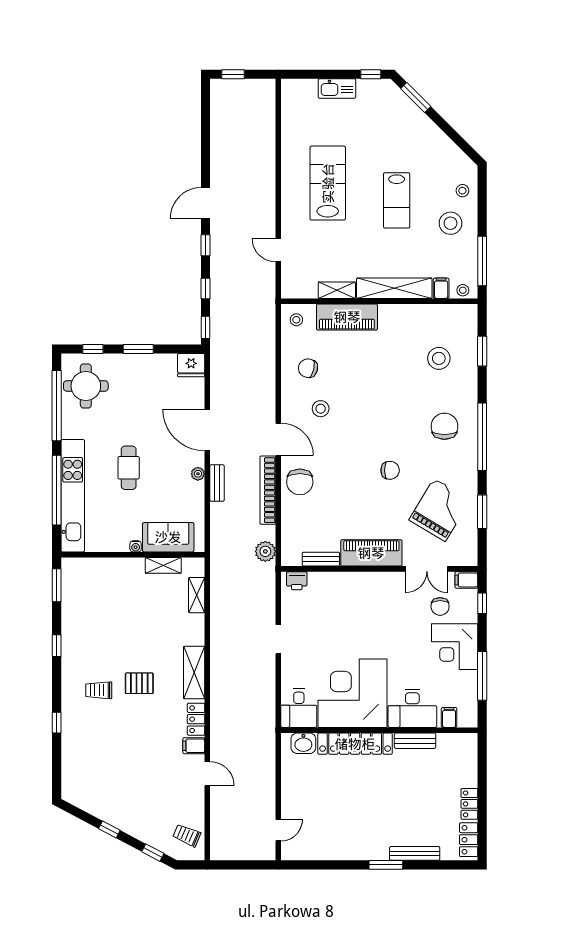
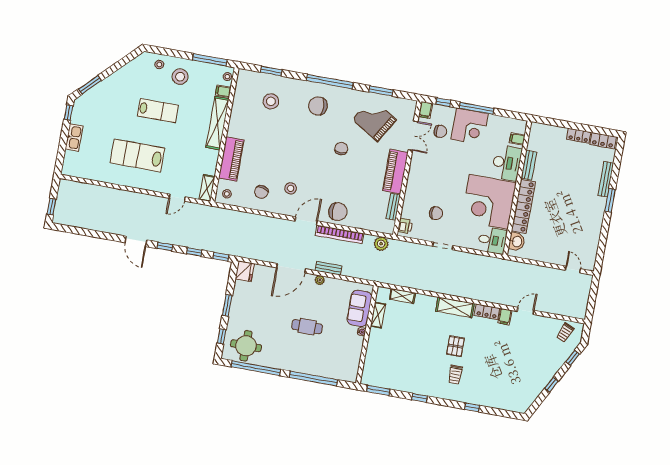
shelving: (337, 290) -> (207, 188), moved
kitchen unit: (73, 496) -> (319, 368), removed
chair: (323, 621) -> (436, 213), added
window: (482, 676) -> (477, 108), moved

